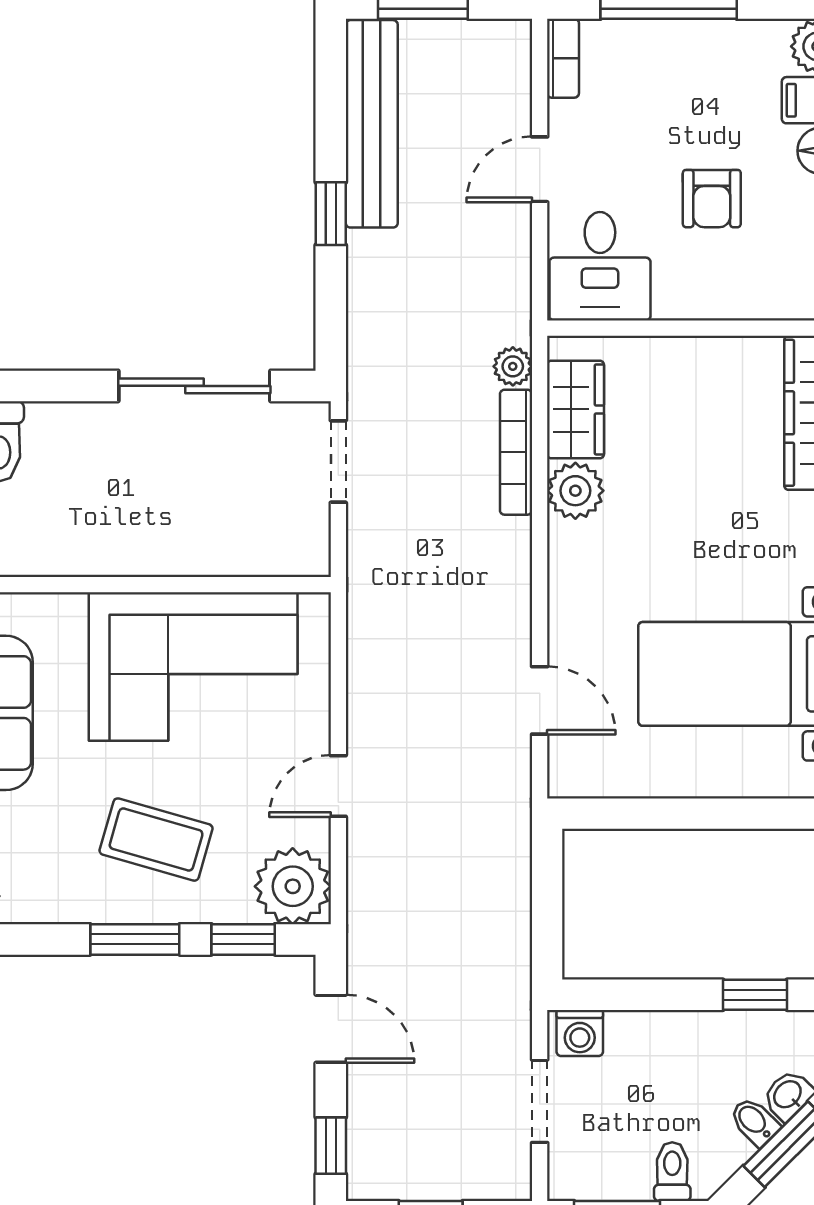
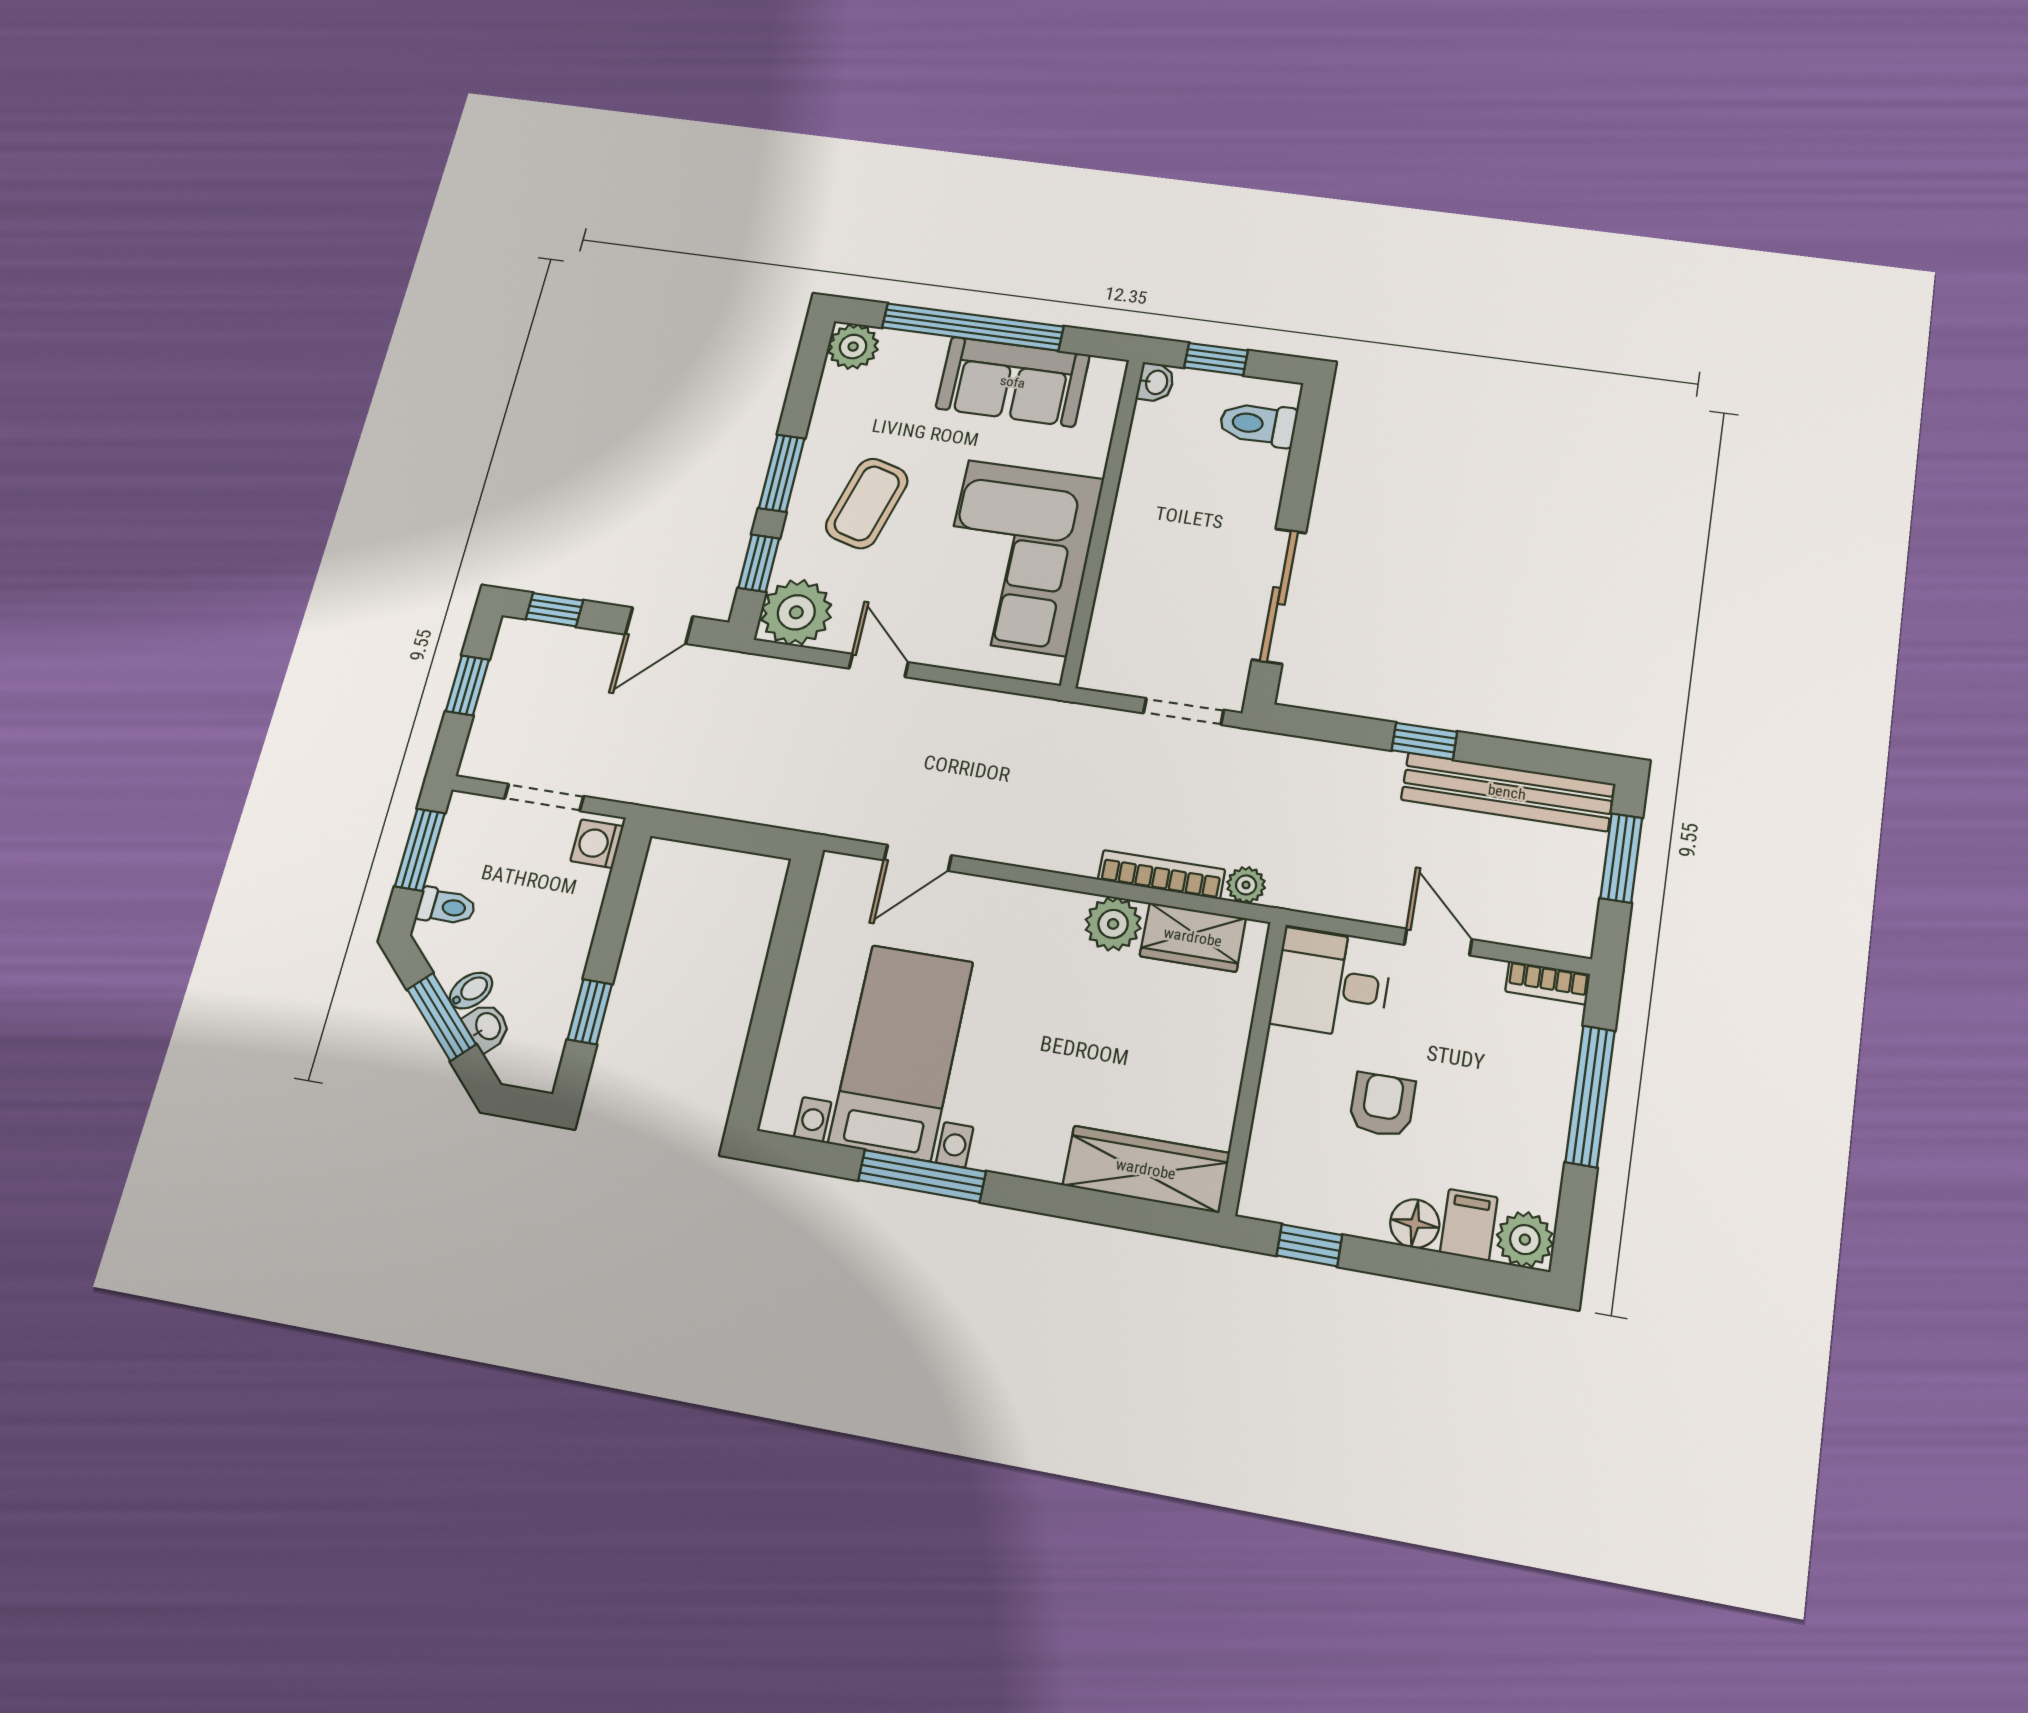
armchair: (712, 199) -> (1382, 1105), turned 90

